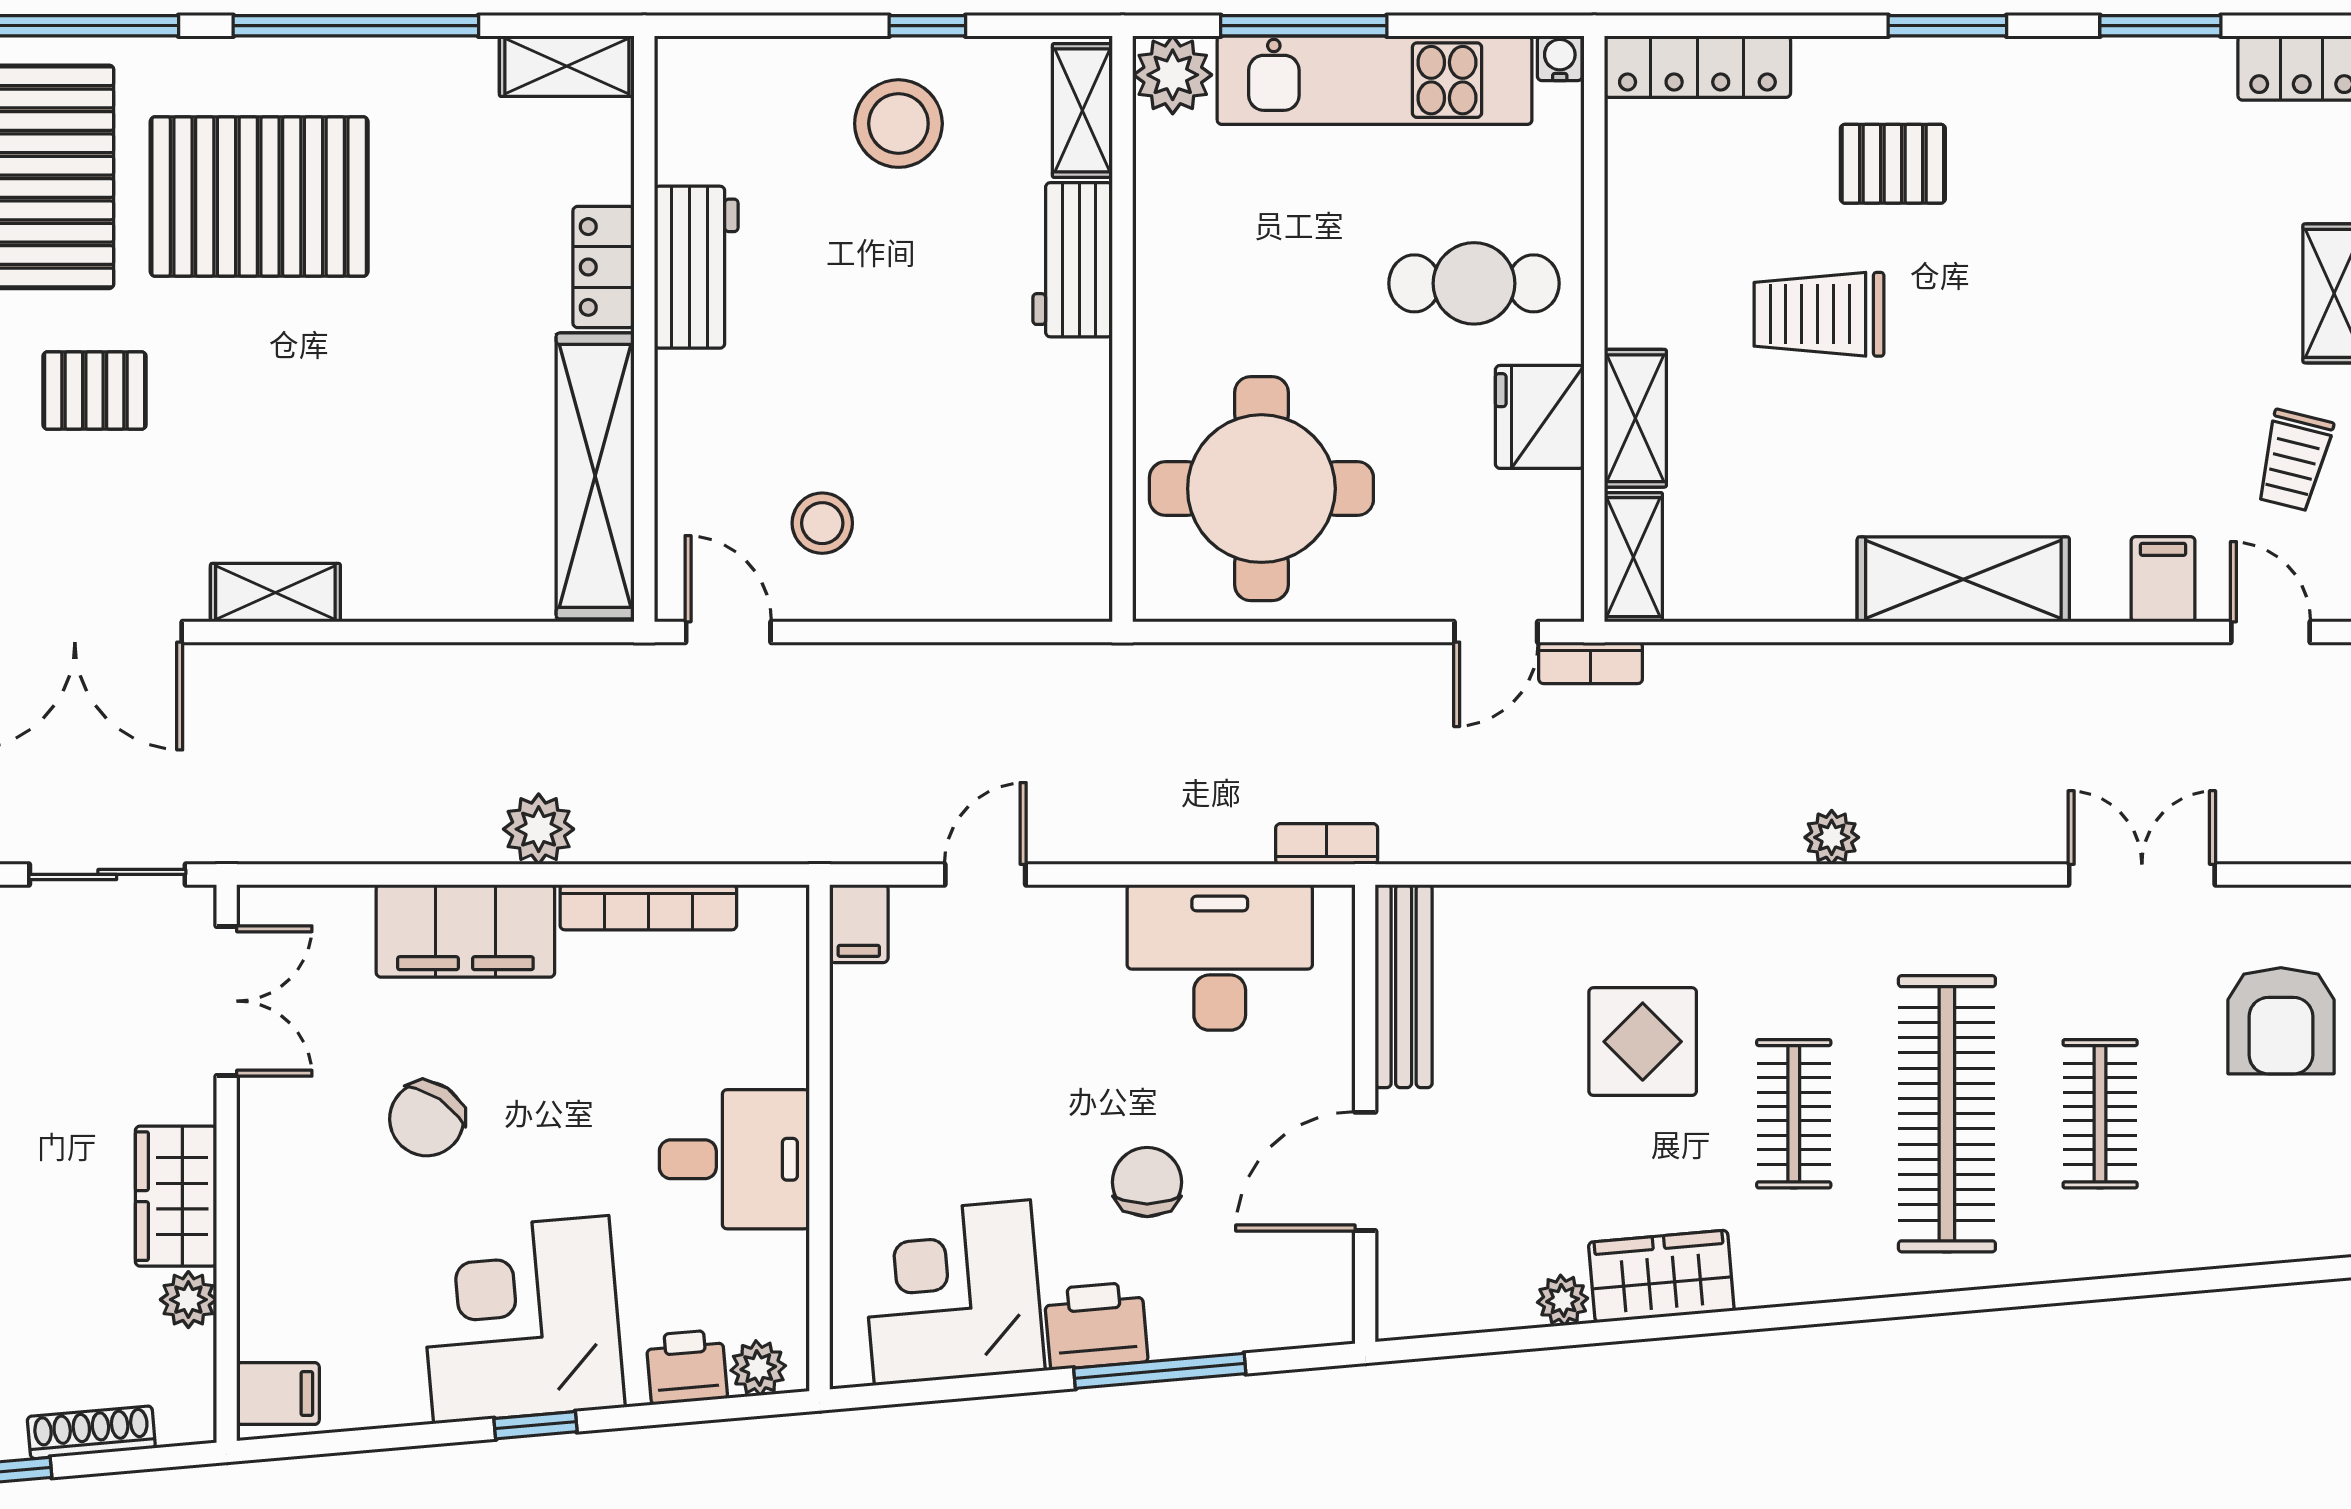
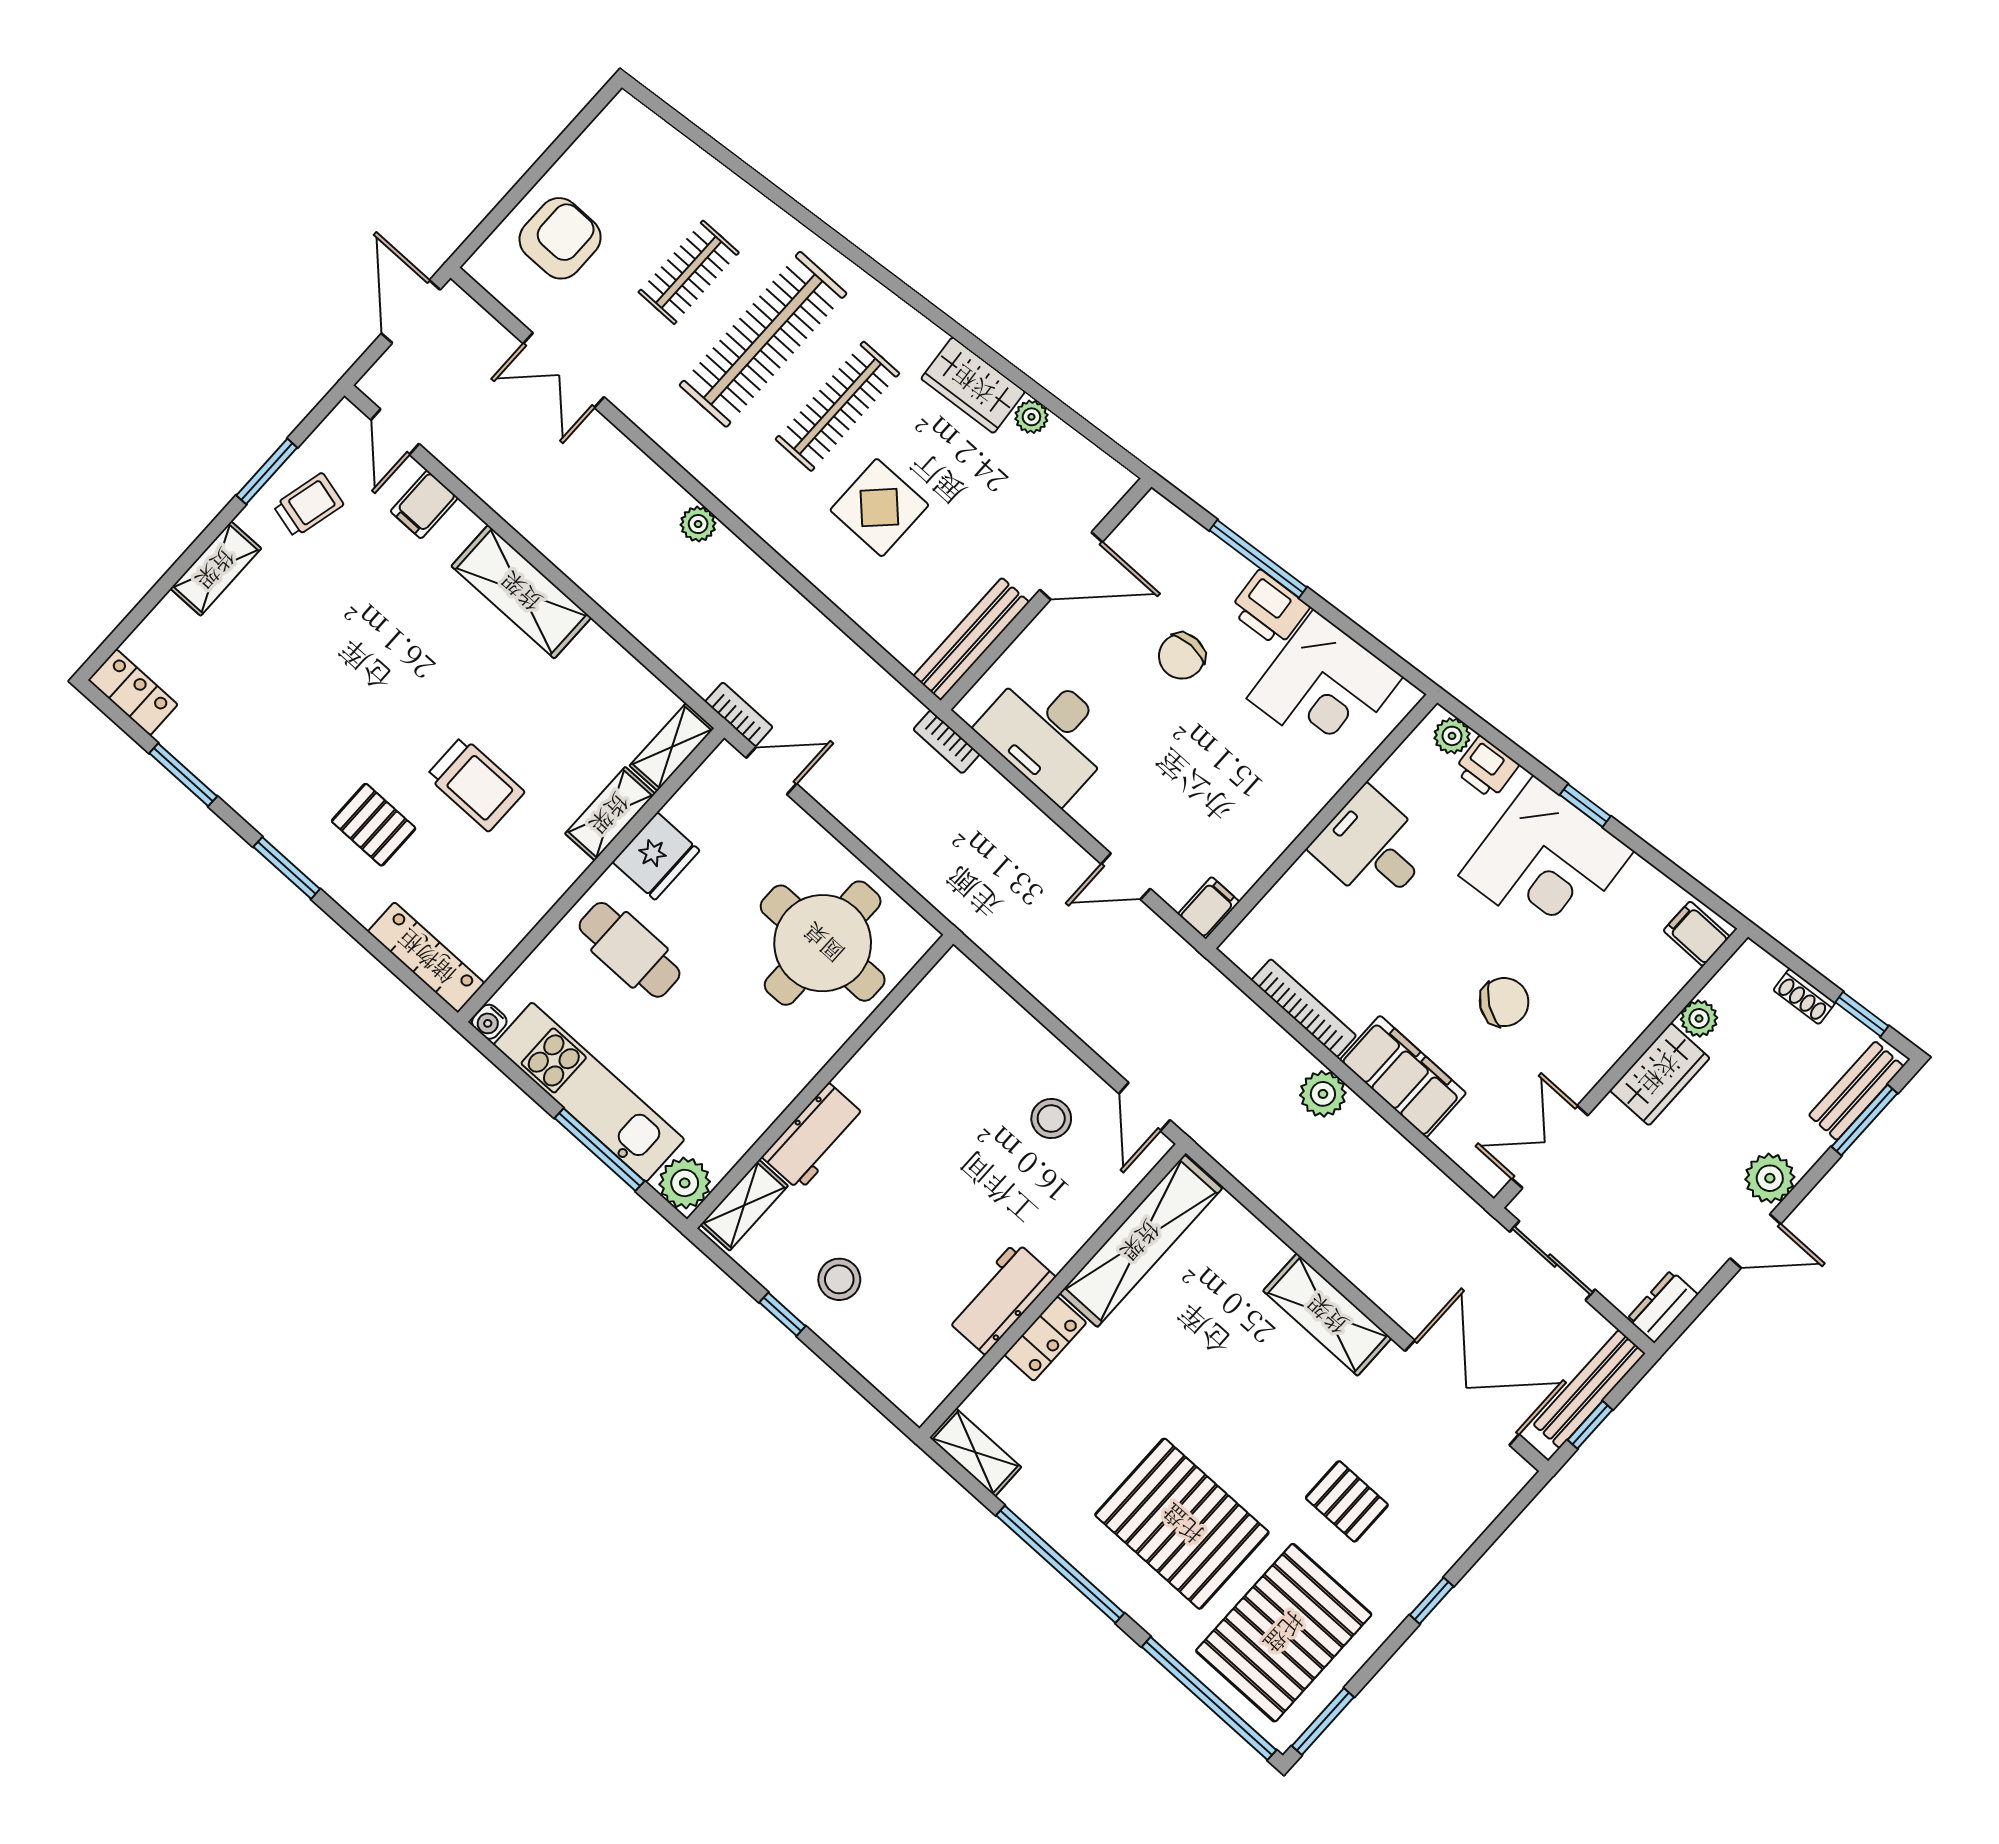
stool: (898, 124) -> (839, 1279), width x0.73, depth x0.73
shelving: (275, 593) -> (1327, 1315), width x1.50, depth x1.33
clothes rail: (1794, 1114) -> (837, 406), width x1.36
shoe rack: (91, 1432) -> (1804, 996), width x0.70

